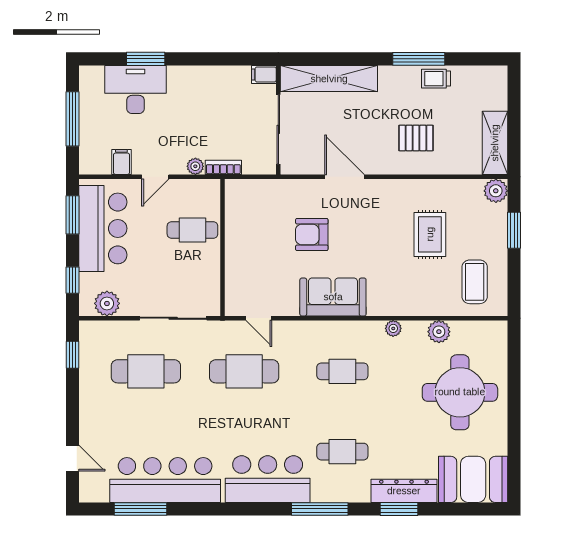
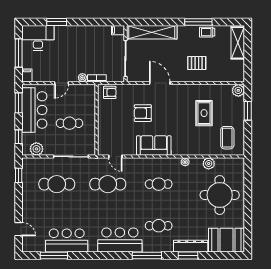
desk: (135, 89) -> (38, 38), moved
shelving: (495, 143) -> (238, 43), moved
filing cabinet: (121, 162) -> (27, 75), moved
armchair: (248, 195) -> (110, 92), added
cafe table: (192, 230) -> (70, 123), moved
bar counter: (165, 480) -> (67, 240), width x0.73

